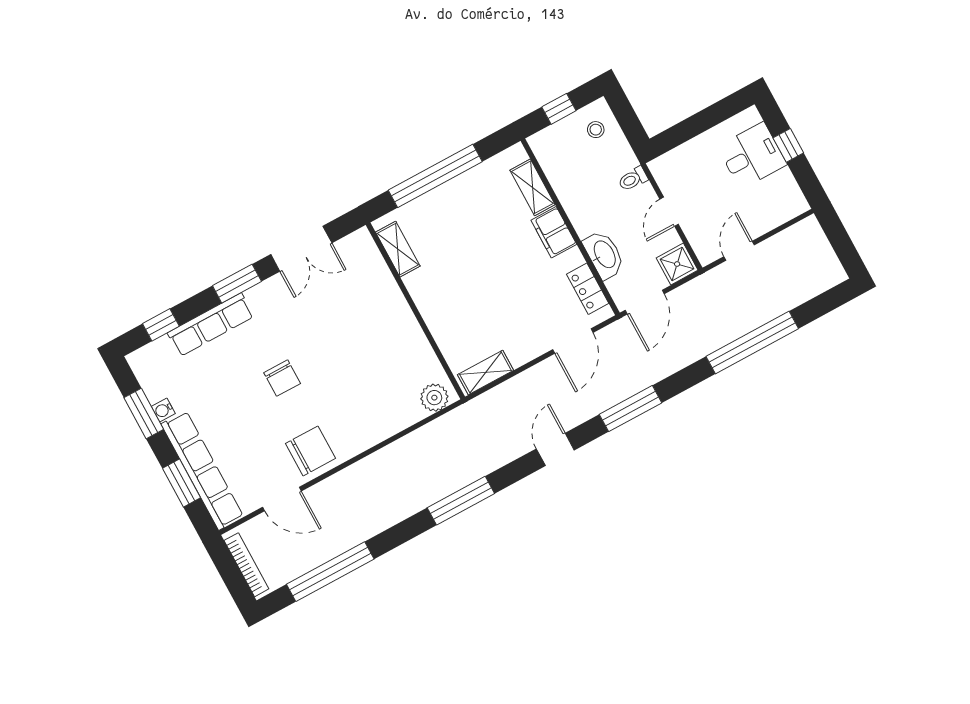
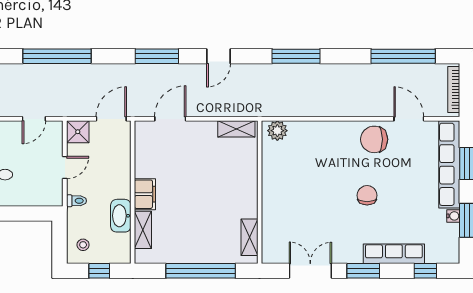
washbasin: (604, 255) -> (121, 216), moved
locker: (588, 289) -> (143, 147), removed

